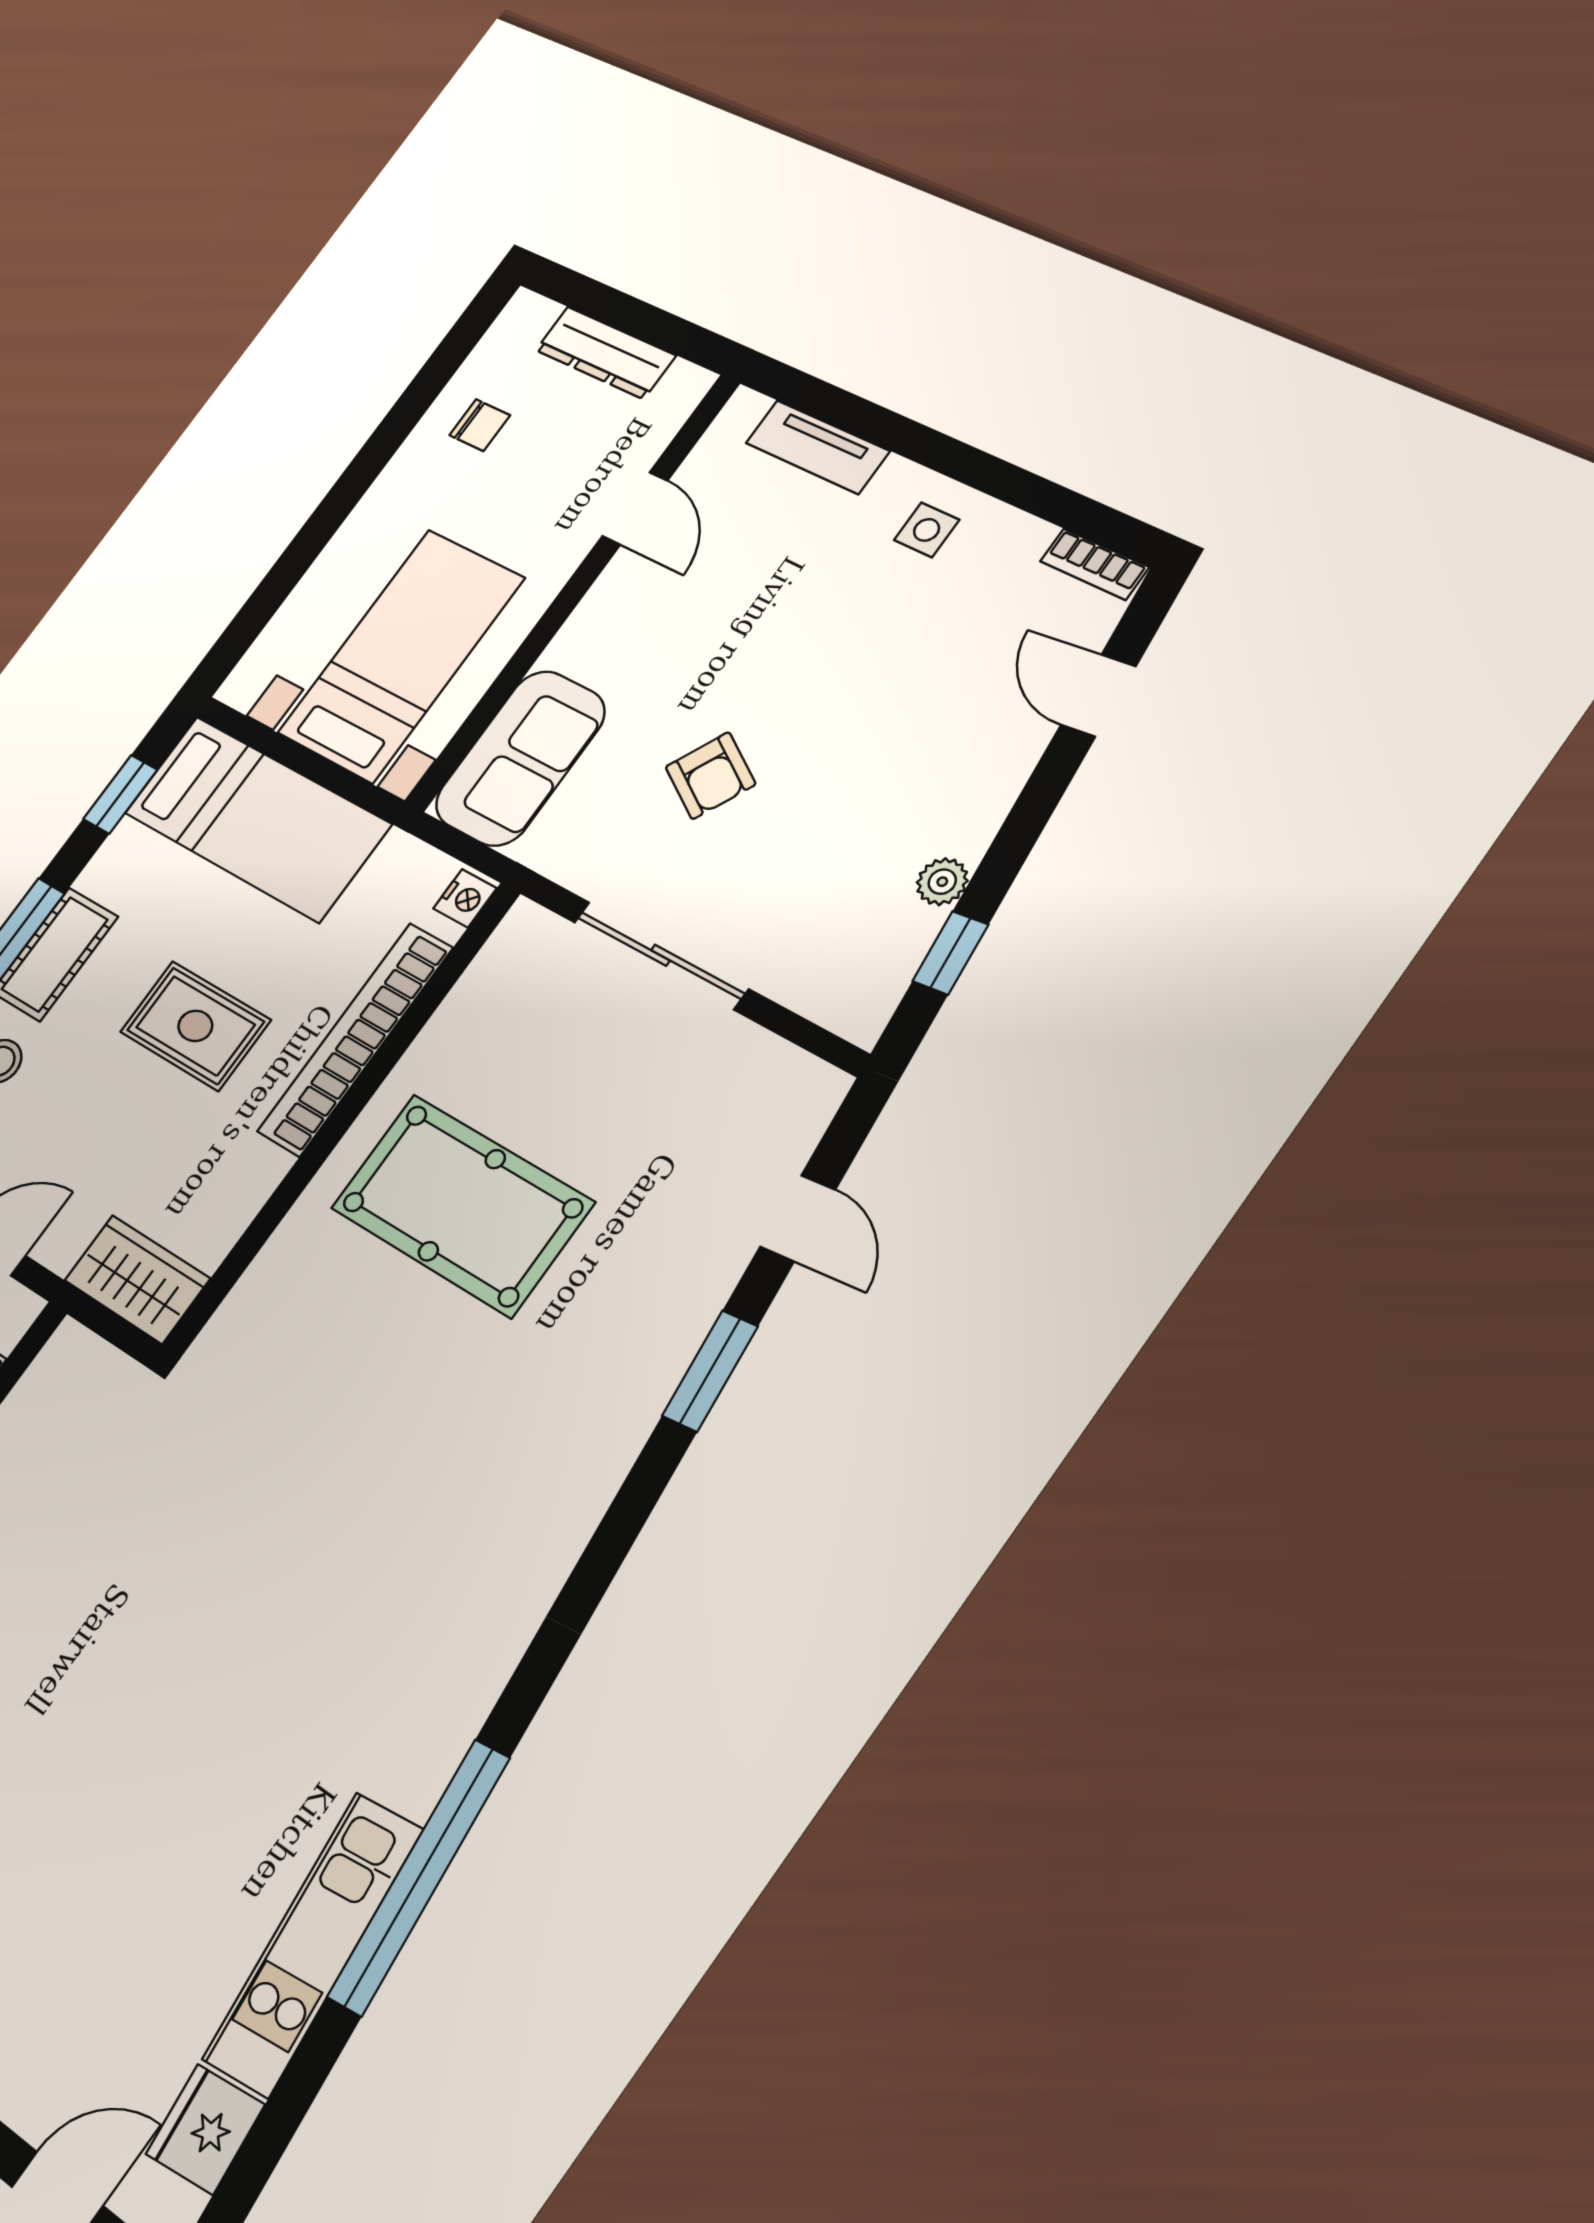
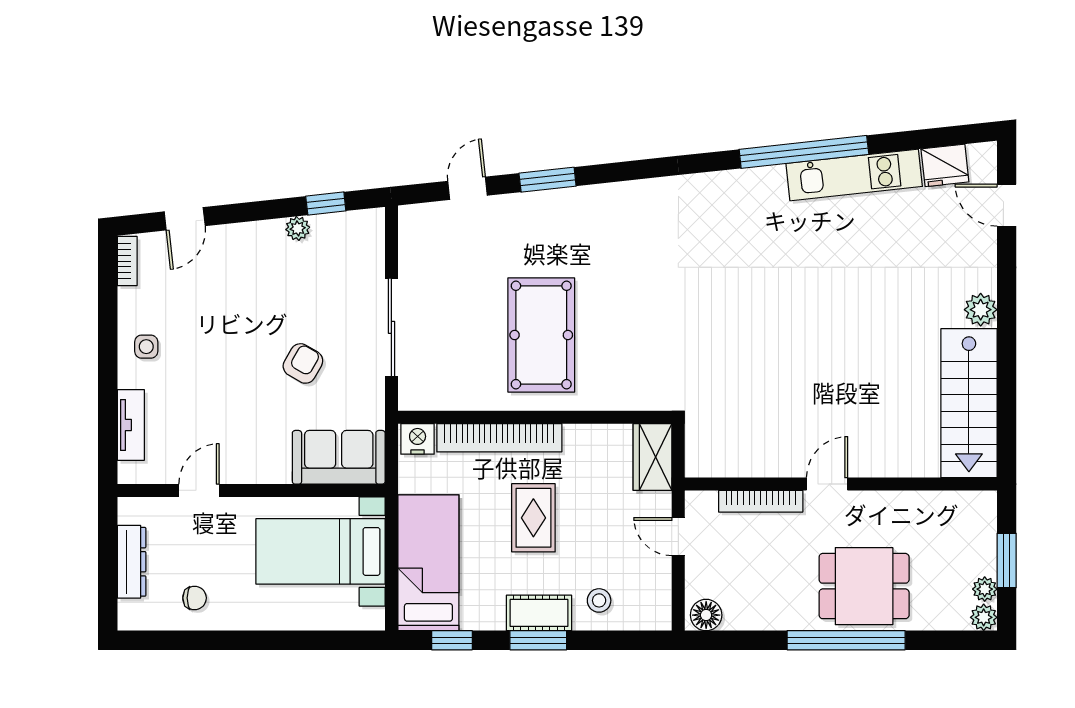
chair: (480, 425) -> (195, 598), turned 90
nightstand: (465, 898) -> (418, 439), width x1.39, depth x1.35

